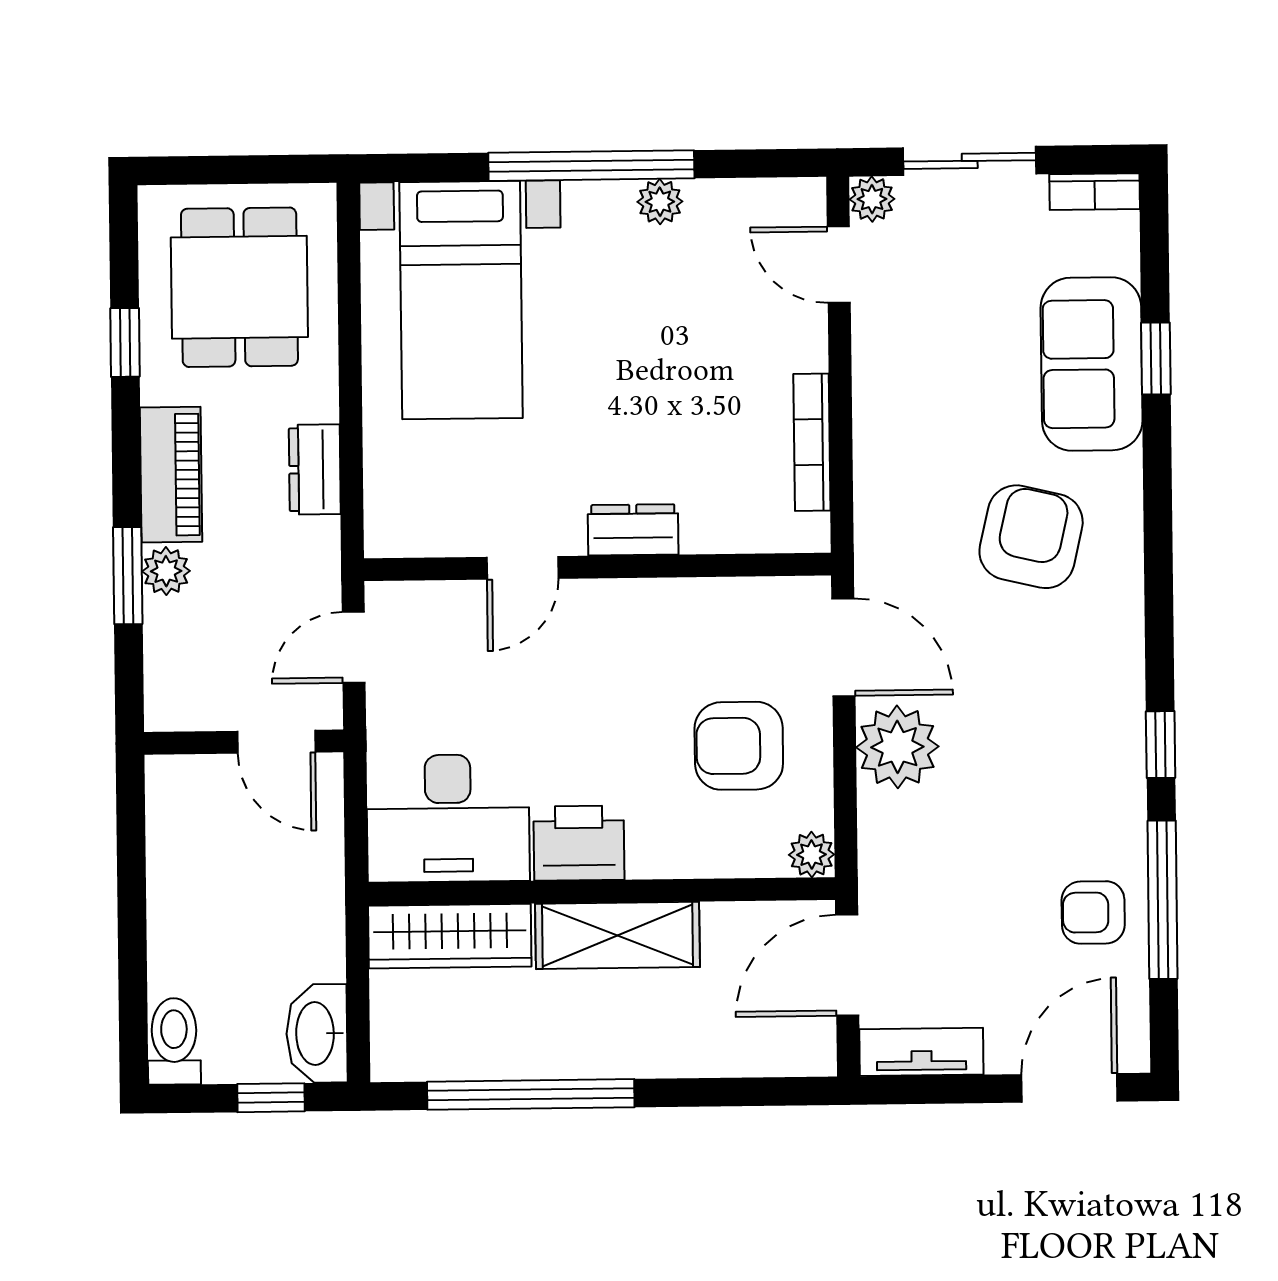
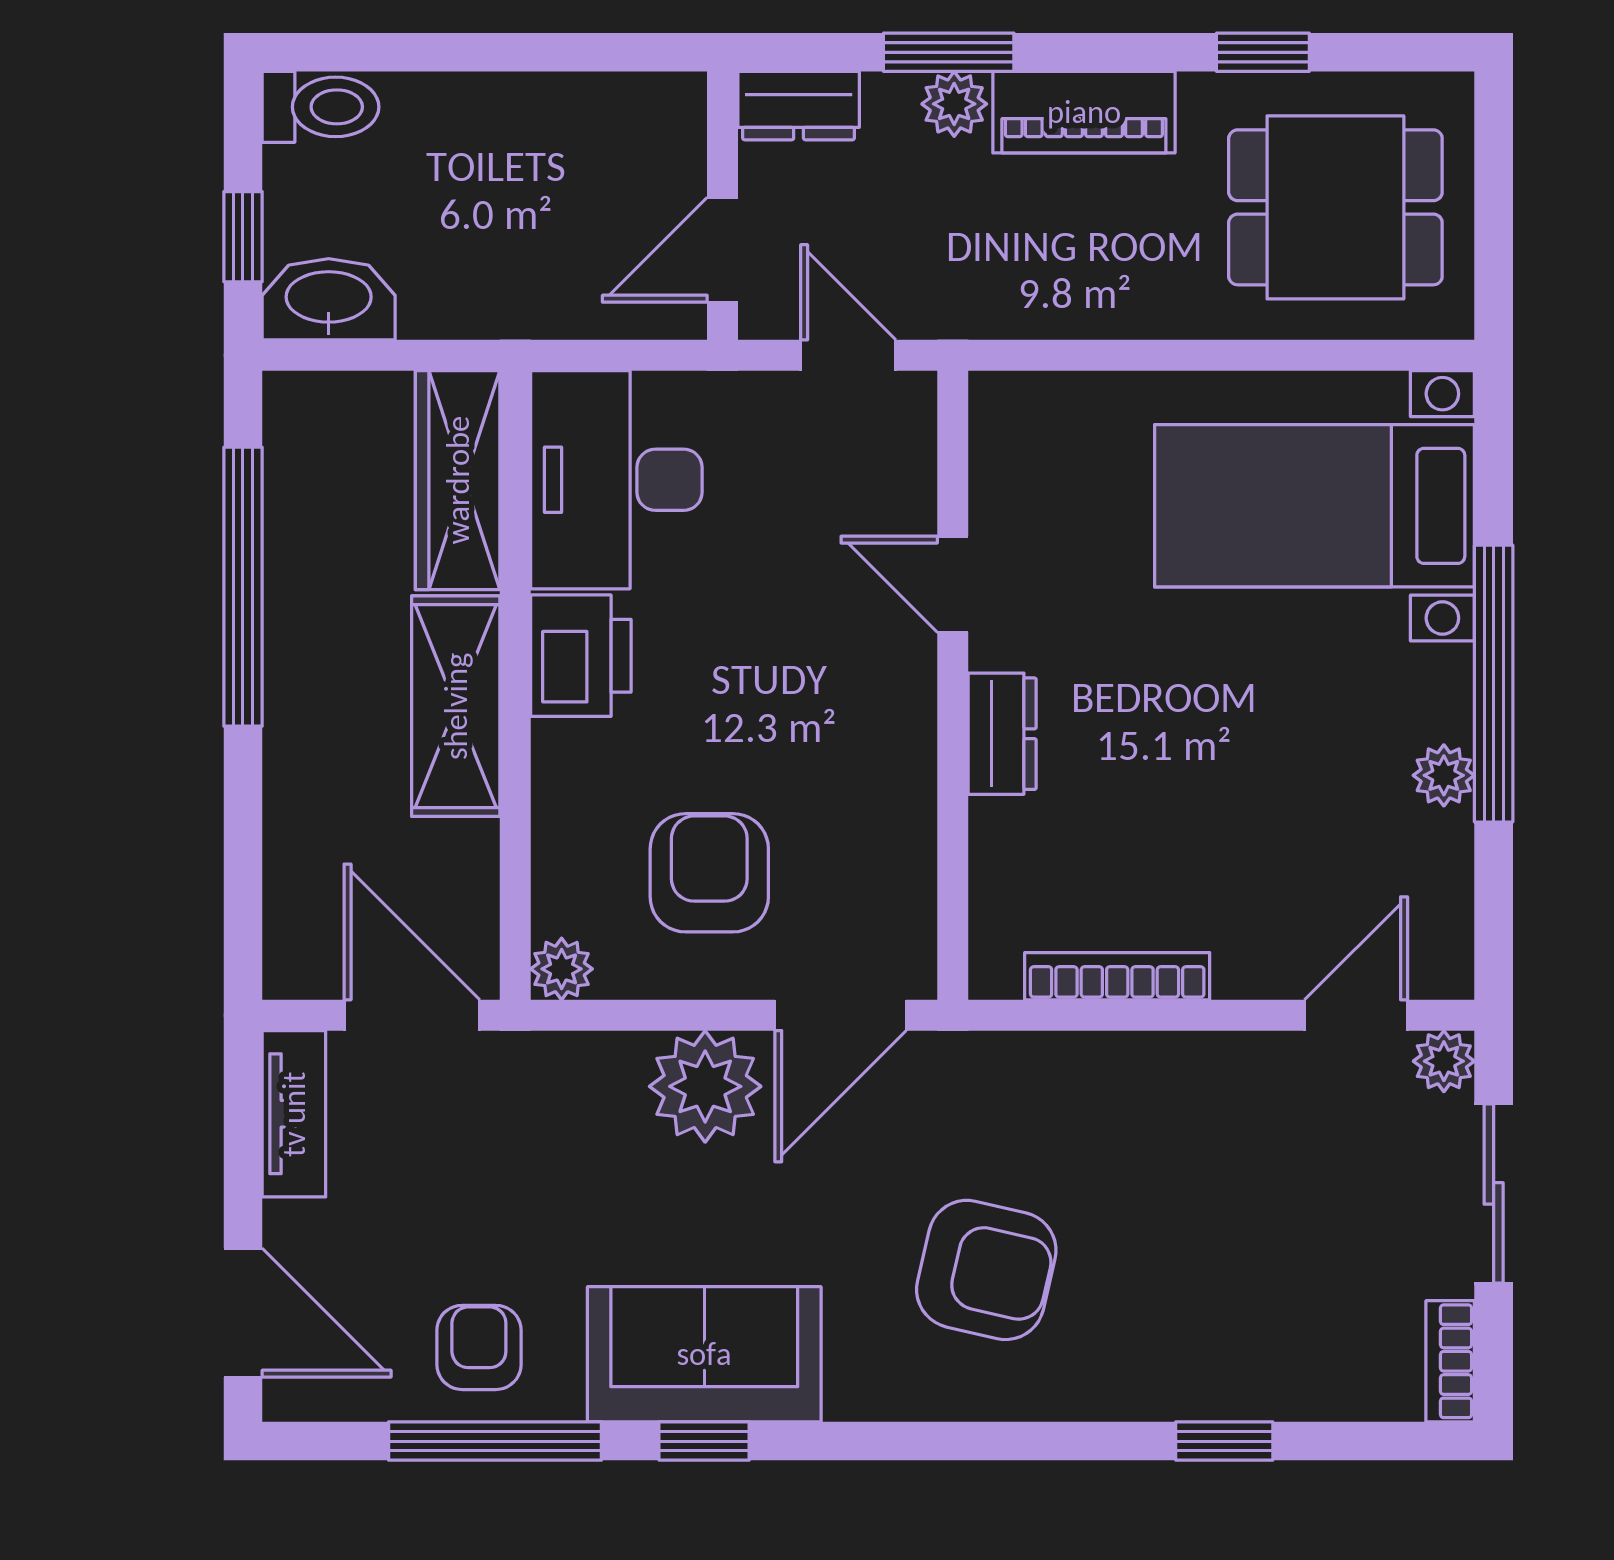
sofa: (1092, 364) -> (704, 1354), moved
dresser: (315, 469) -> (799, 106), moved, turned 180

